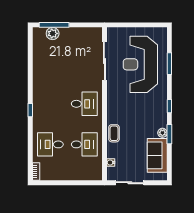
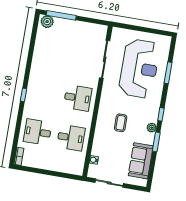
plant: (53, 33) -> (47, 22), moved
reception desk: (140, 64) -> (139, 69), turned 180
coffee table: (114, 133) -> (121, 123), moved
plant: (162, 133) -> (152, 128), moved

